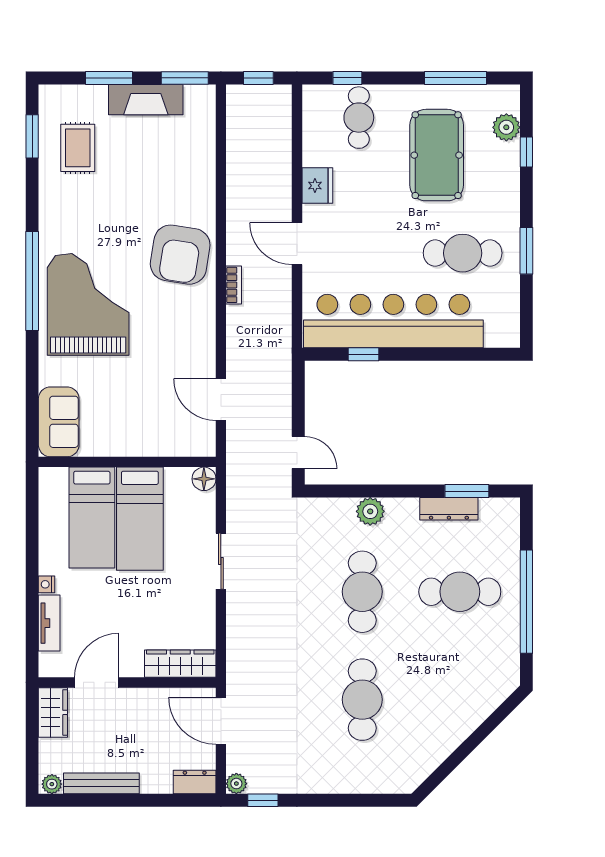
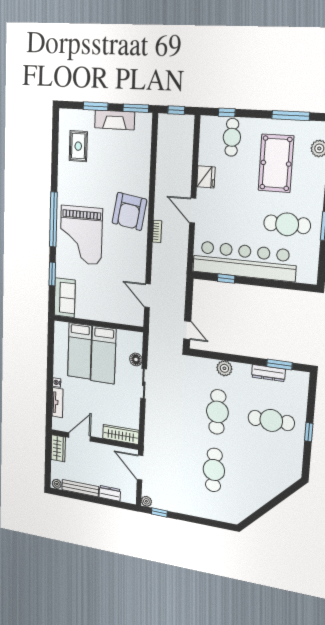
window: (32, 136) -> (52, 274), moved
grand piano: (88, 304) -> (81, 235), turned 180
floor lamp: (204, 479) -> (136, 359), moved
window: (526, 602) -> (309, 432), width x0.32
dresser: (195, 782) -> (110, 493), moved

